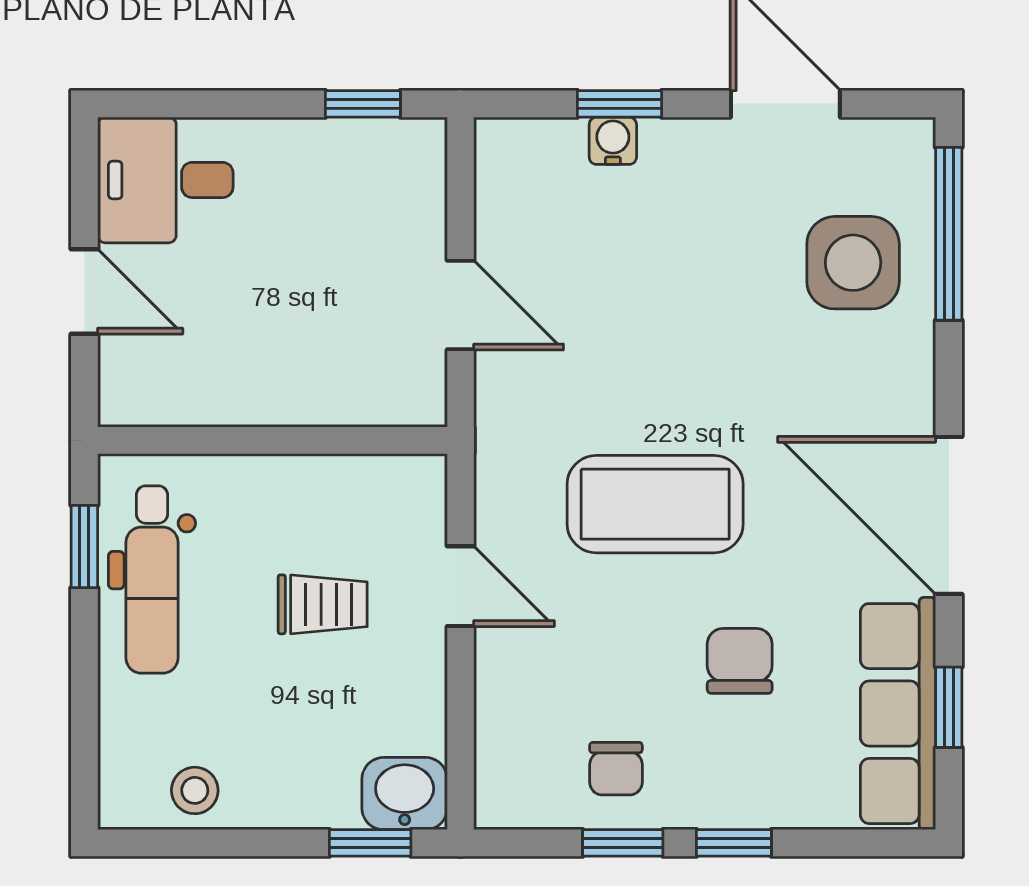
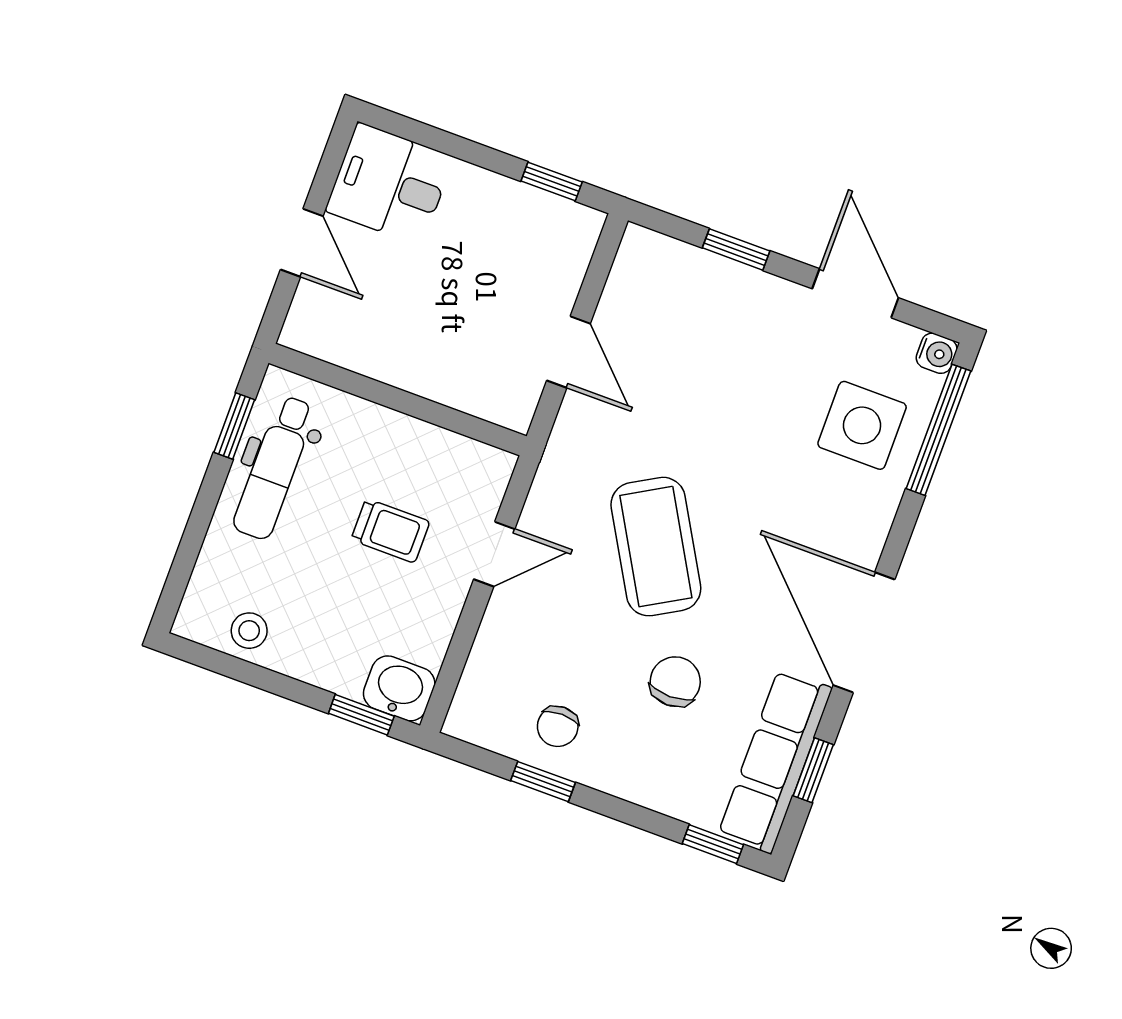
water cooler: (613, 141) -> (937, 353), moved, turned 90
coffee table: (655, 504) -> (656, 547), turned 60
door: (460, 586) -> (494, 554), hinge flipped
window: (734, 843) -> (713, 844), moved

